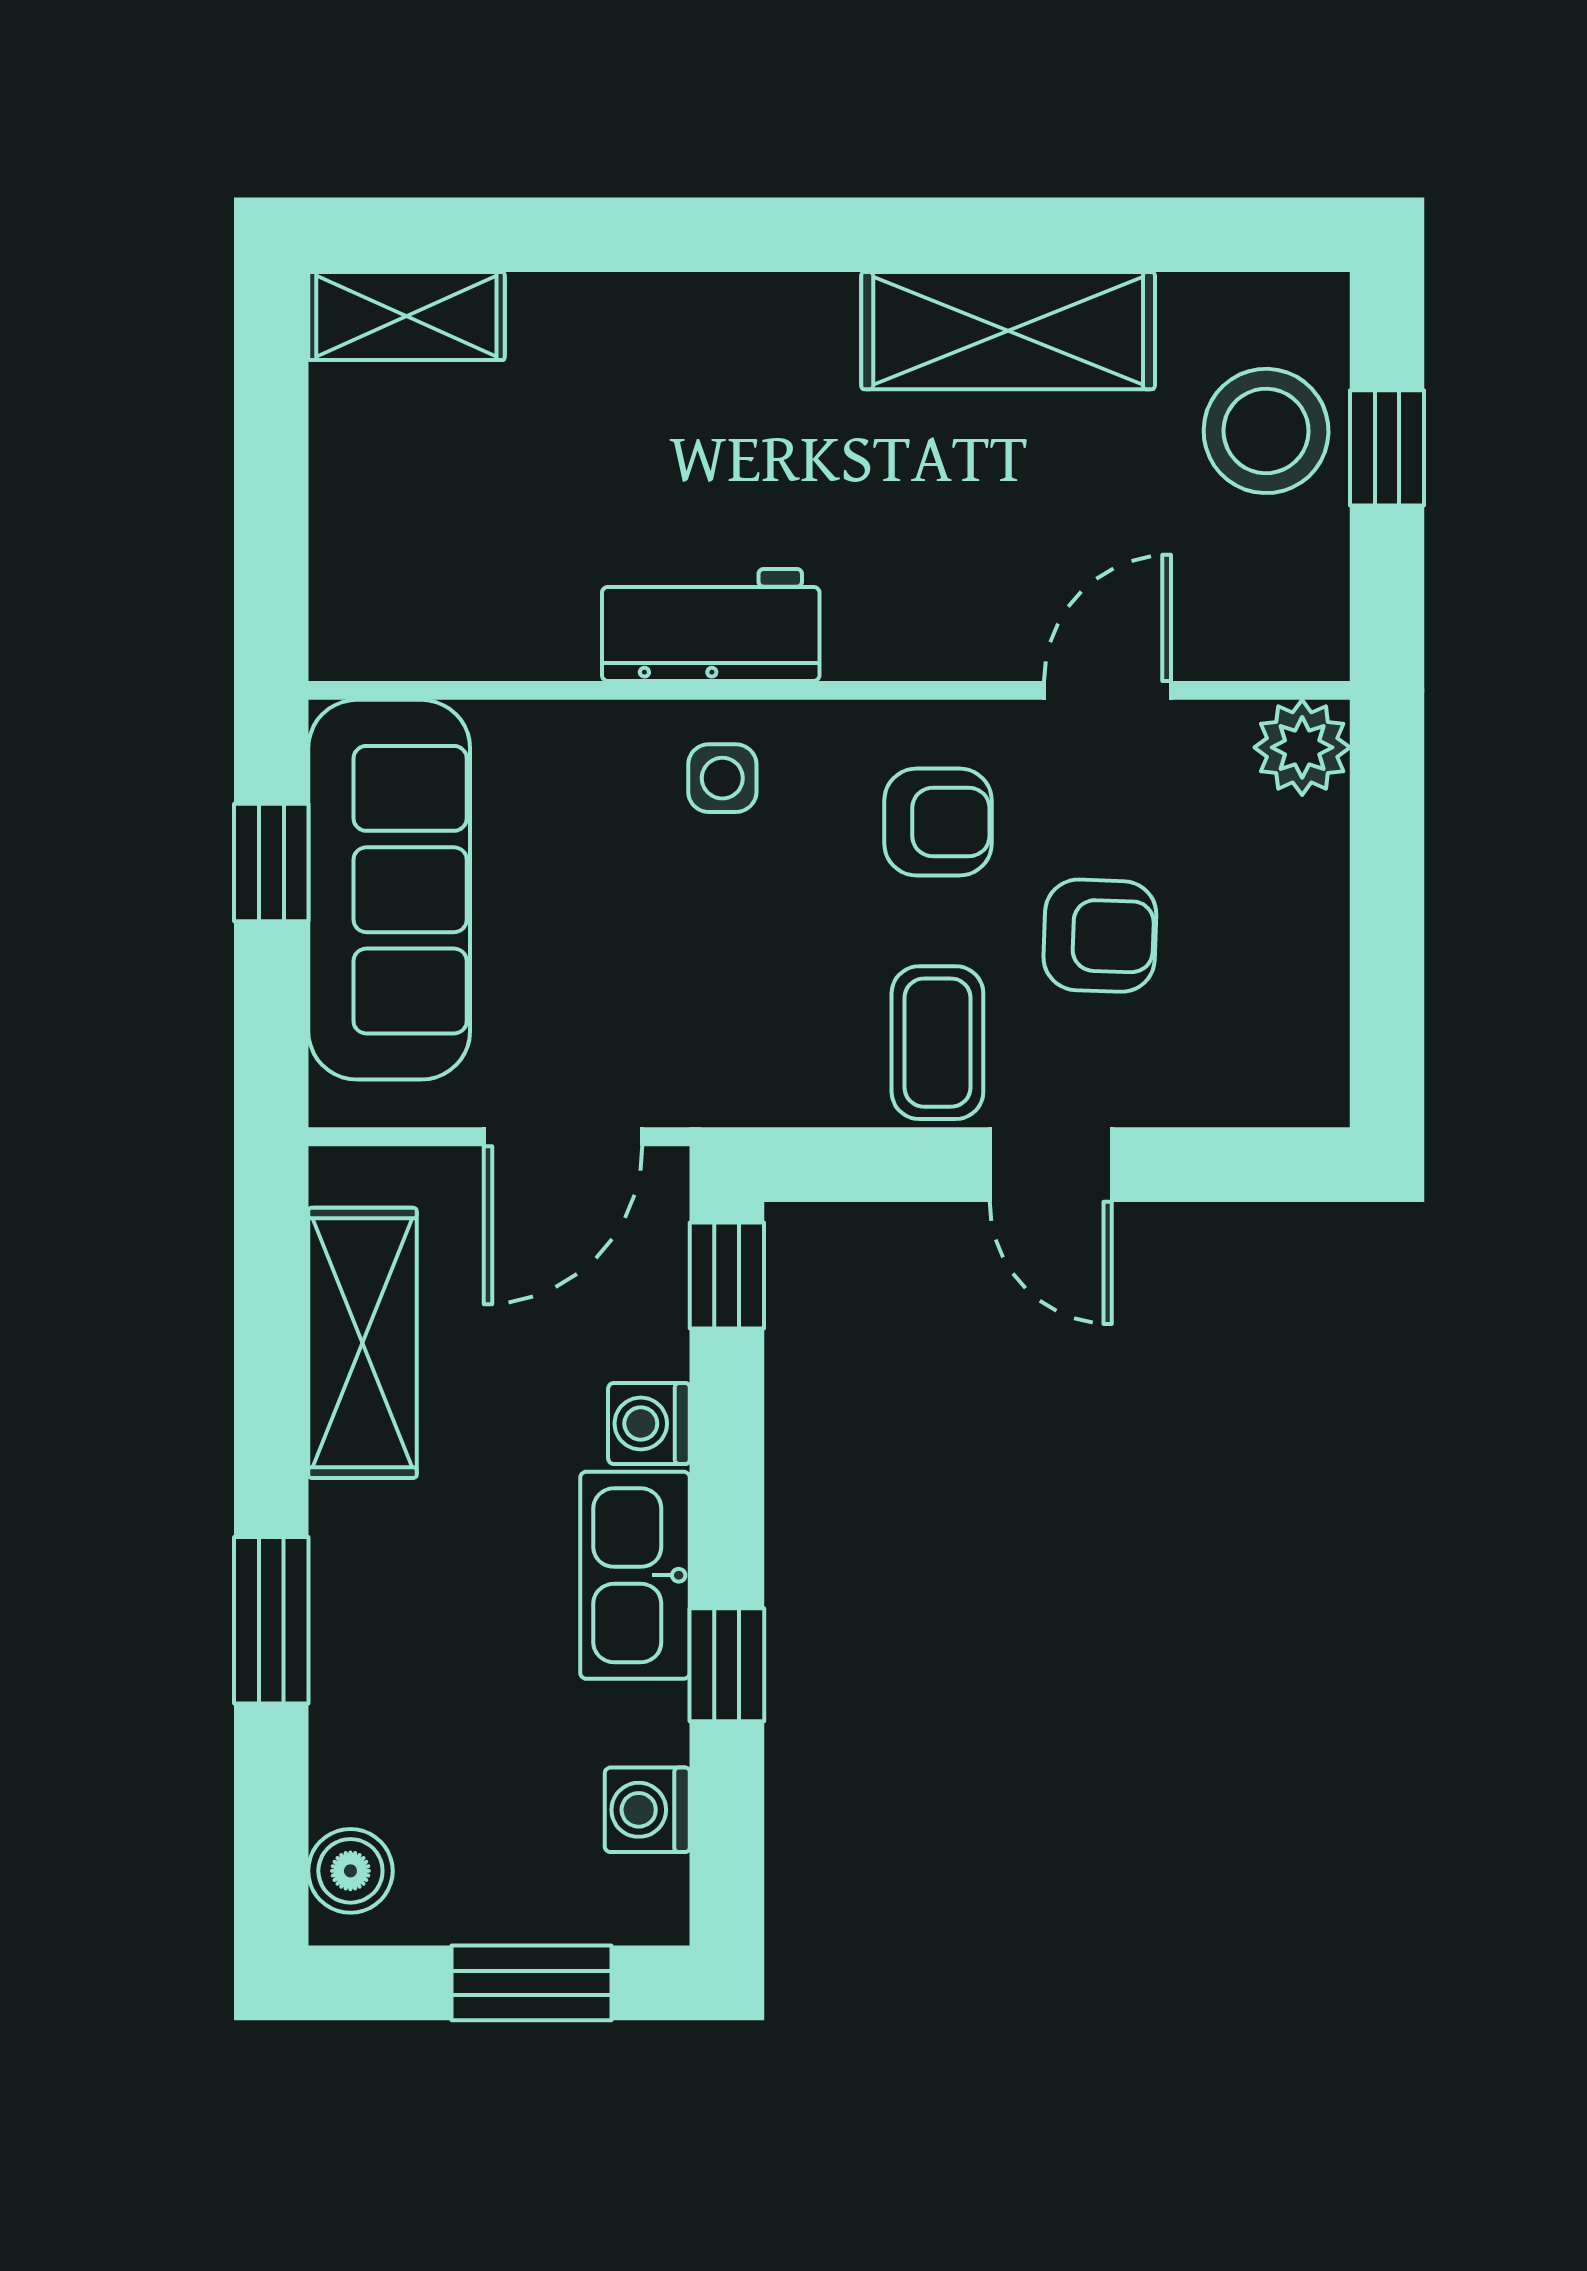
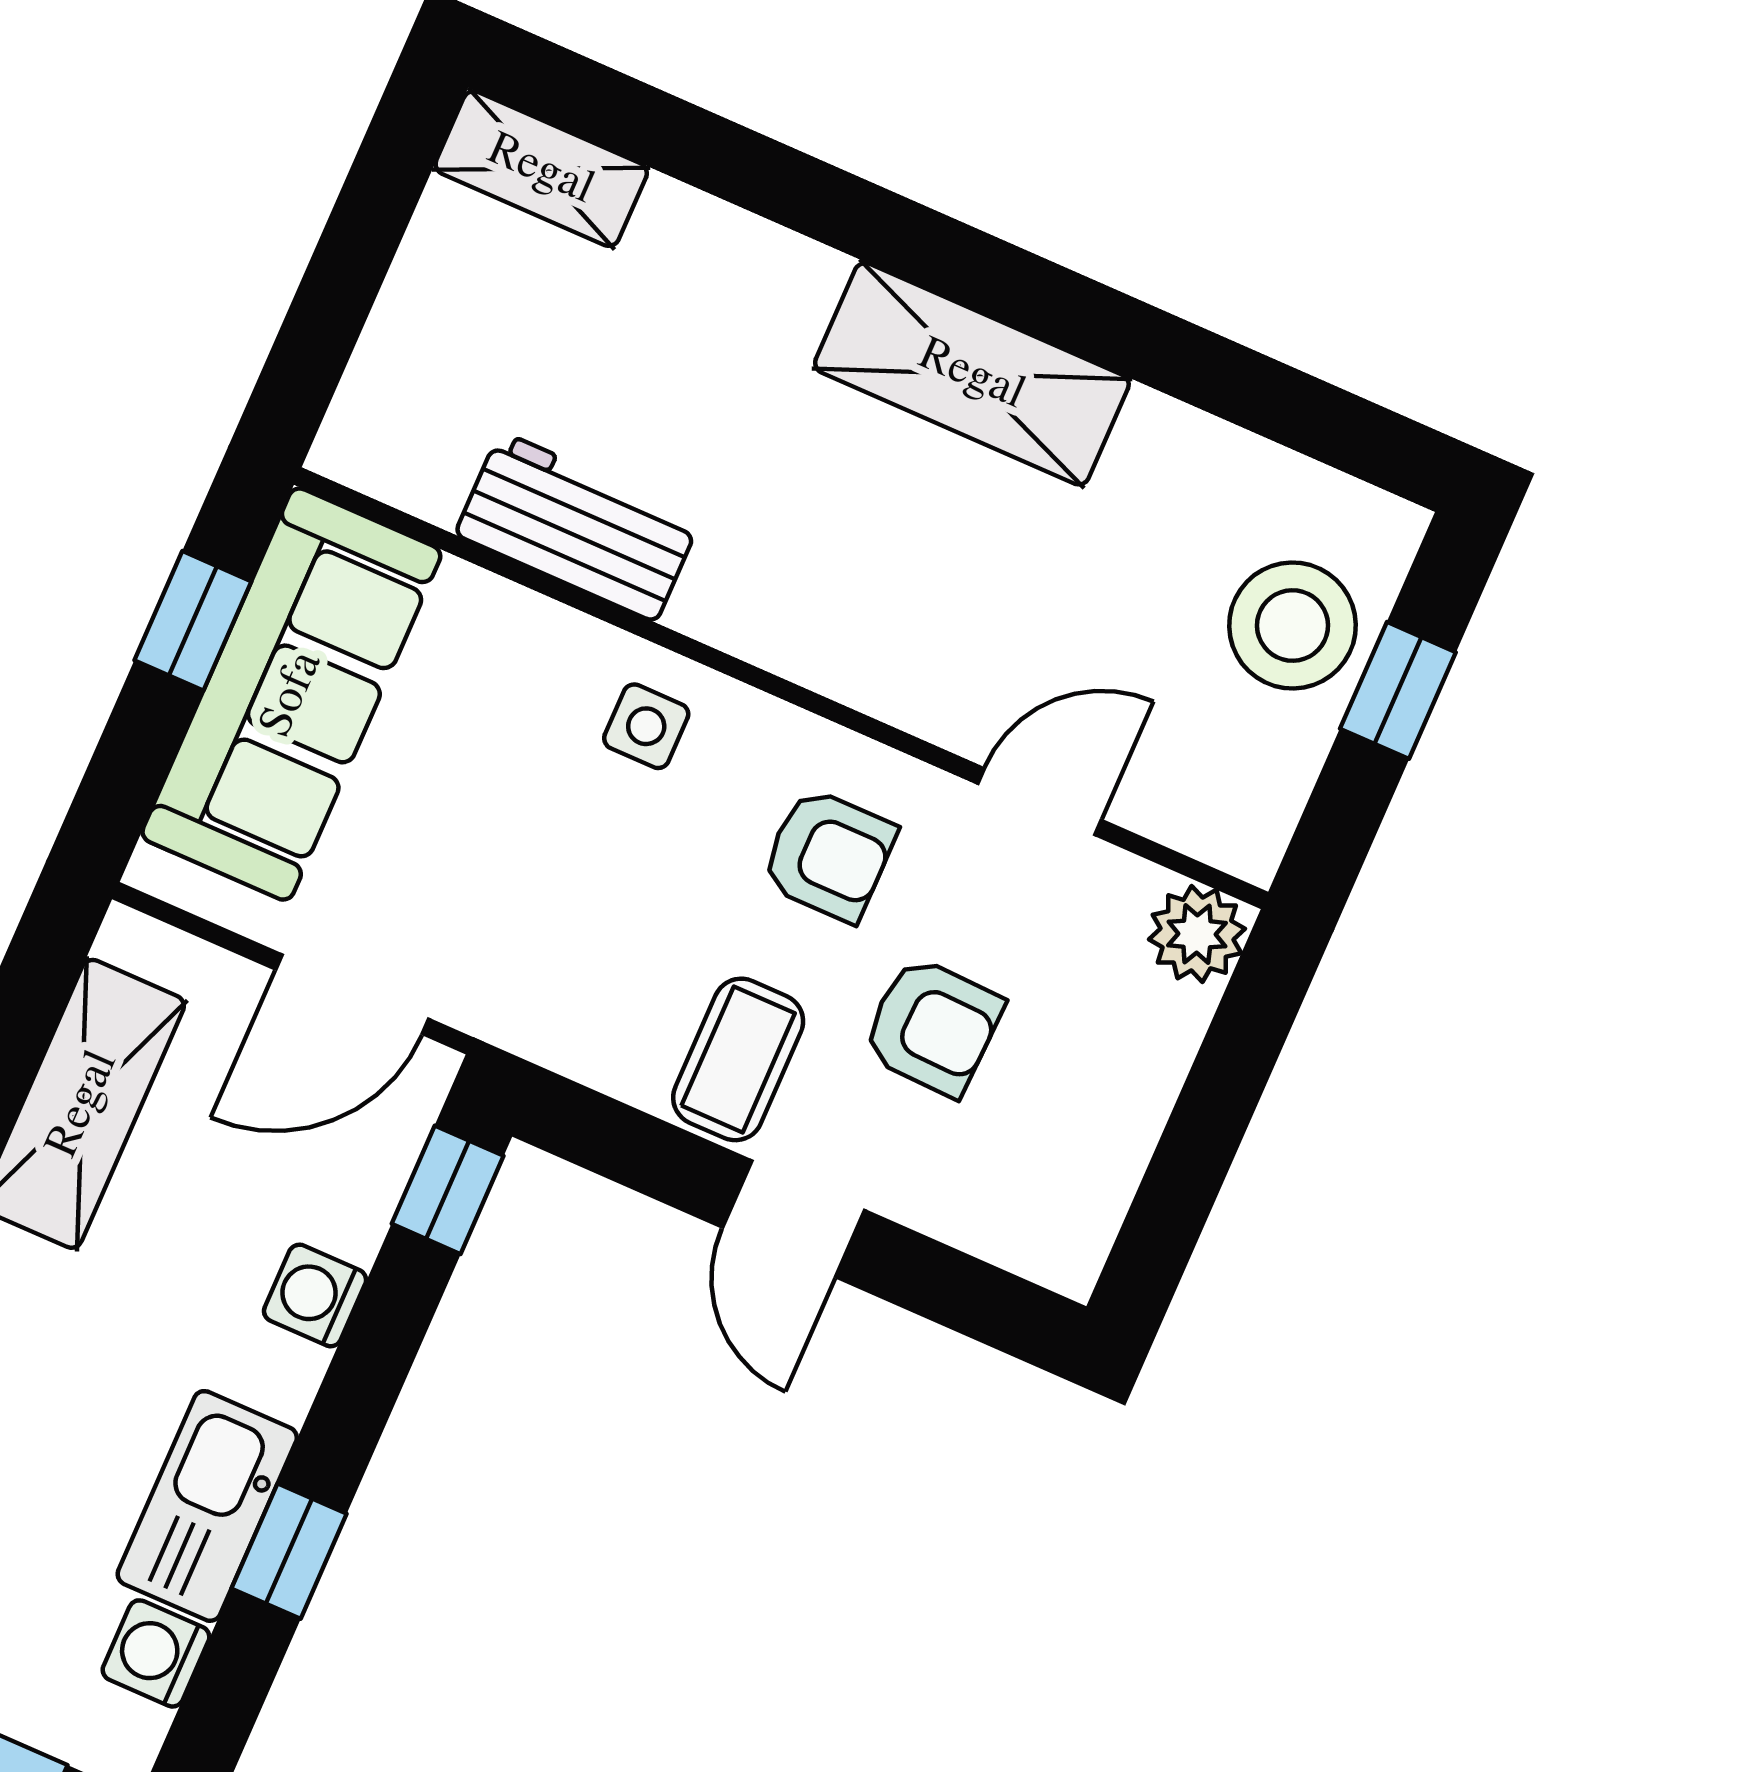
shelving: (1008, 331) -> (972, 374), moved
workbench: (711, 625) -> (578, 527), moved
kitchen sink: (635, 1575) -> (207, 1506), moved

